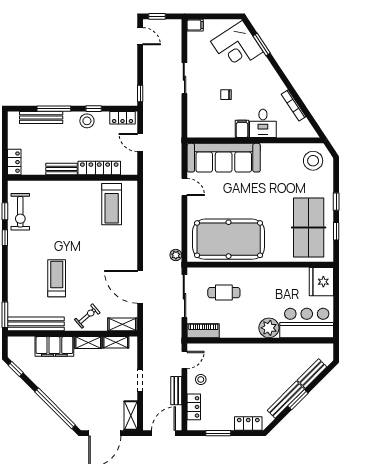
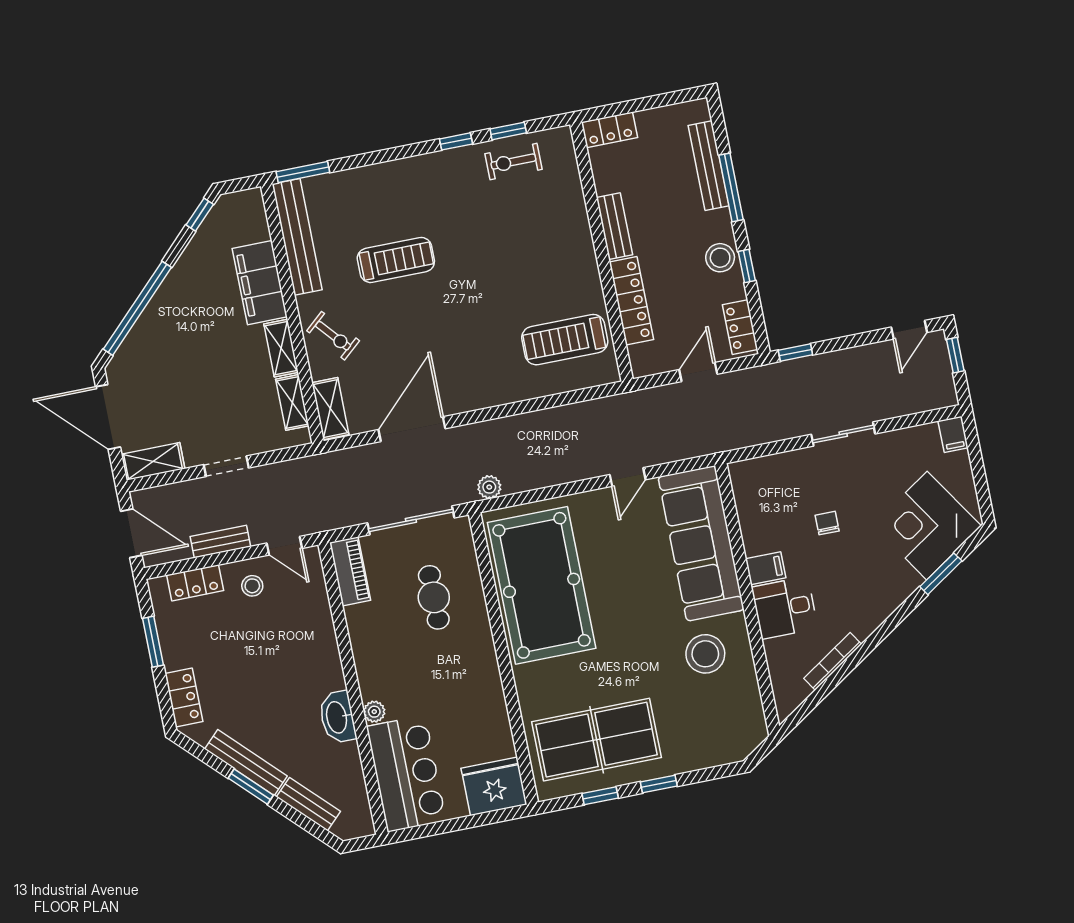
stool: (313, 161) -> (705, 654), moved
exercise bike: (20, 212) -> (513, 162), width x0.73, depth x0.72
plant: (269, 328) -> (374, 712), width x0.53, depth x0.53
washbasin: (273, 351) -> (337, 717), added

